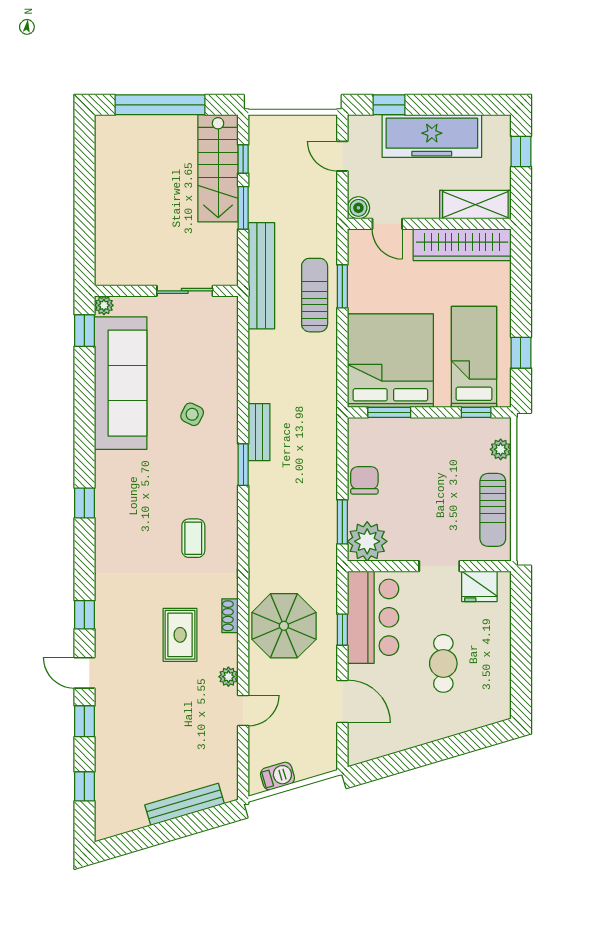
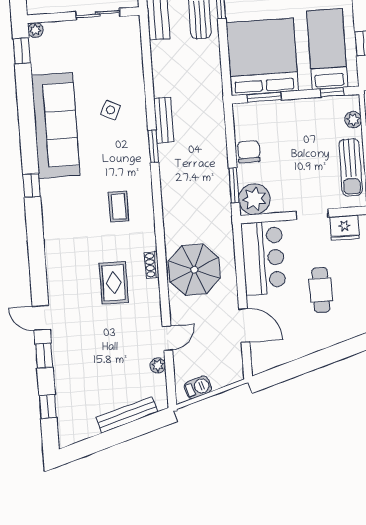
sofa: (121, 383) -> (56, 125), moved
window: (84, 615) -> (38, 272), removed
window: (342, 630) -> (240, 269), removed
plant: (228, 677) -> (158, 365), moved

